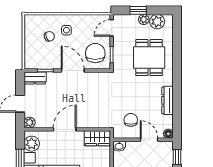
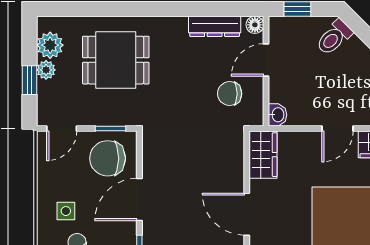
door: (112, 28) -> (62, 128), hinge flipped
dresser: (168, 100) -> (215, 26), moved

